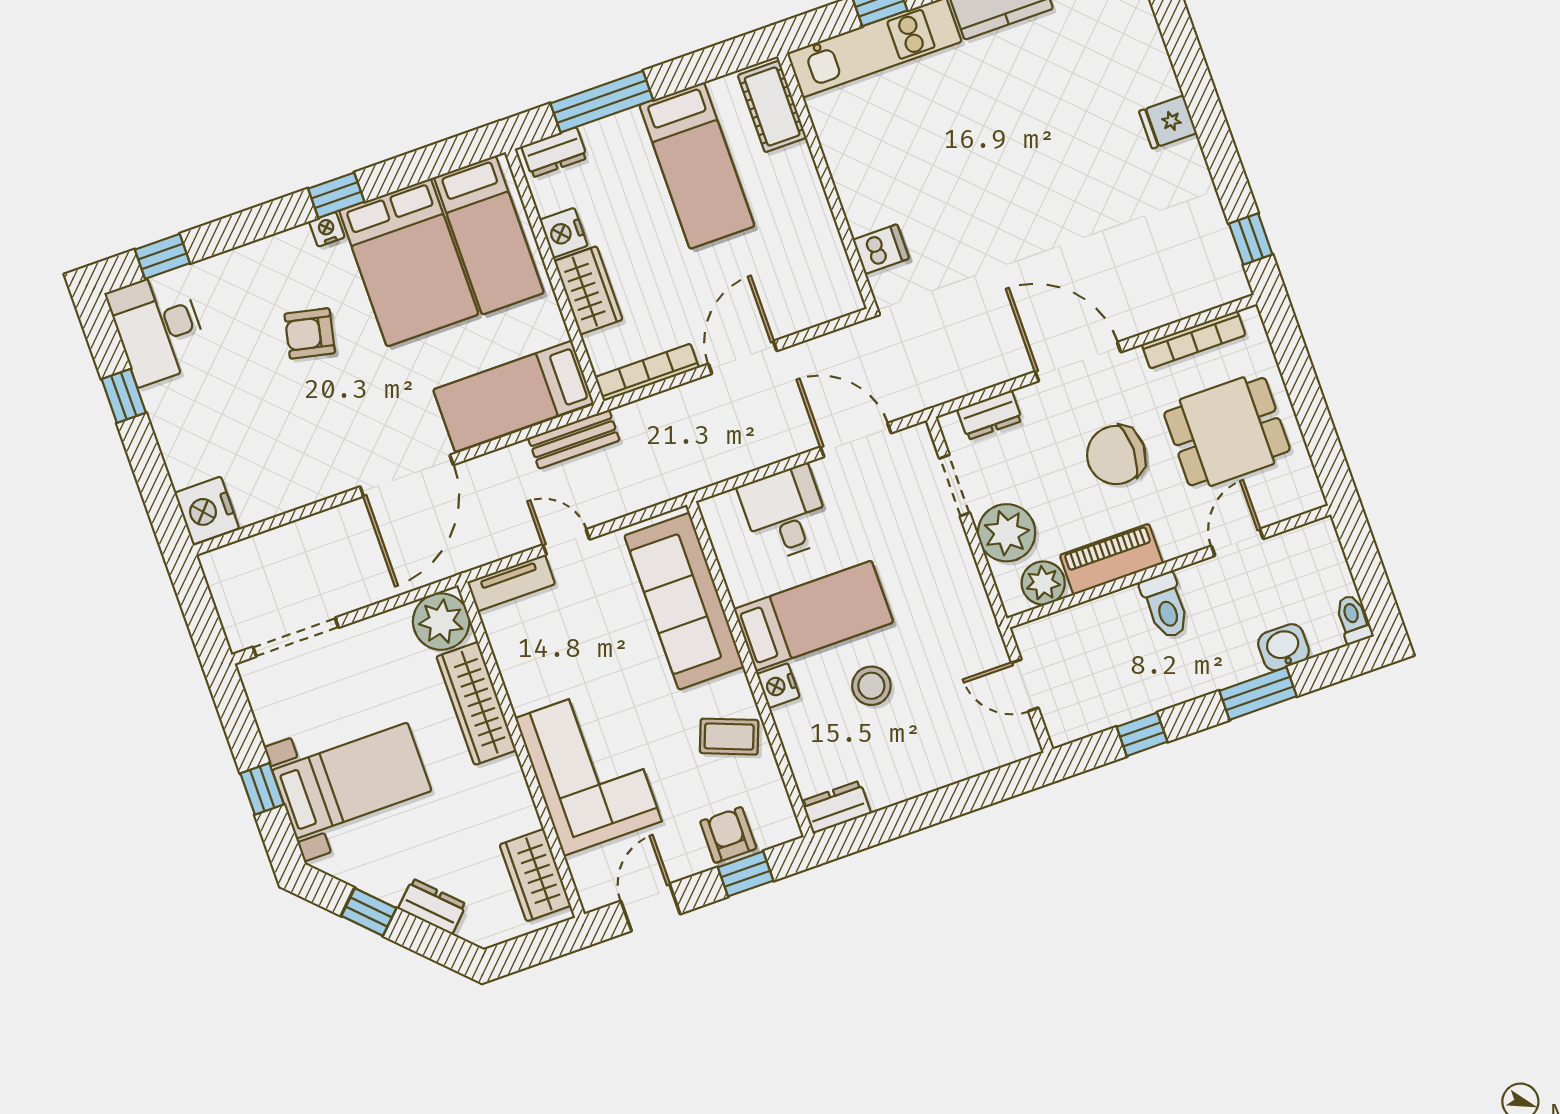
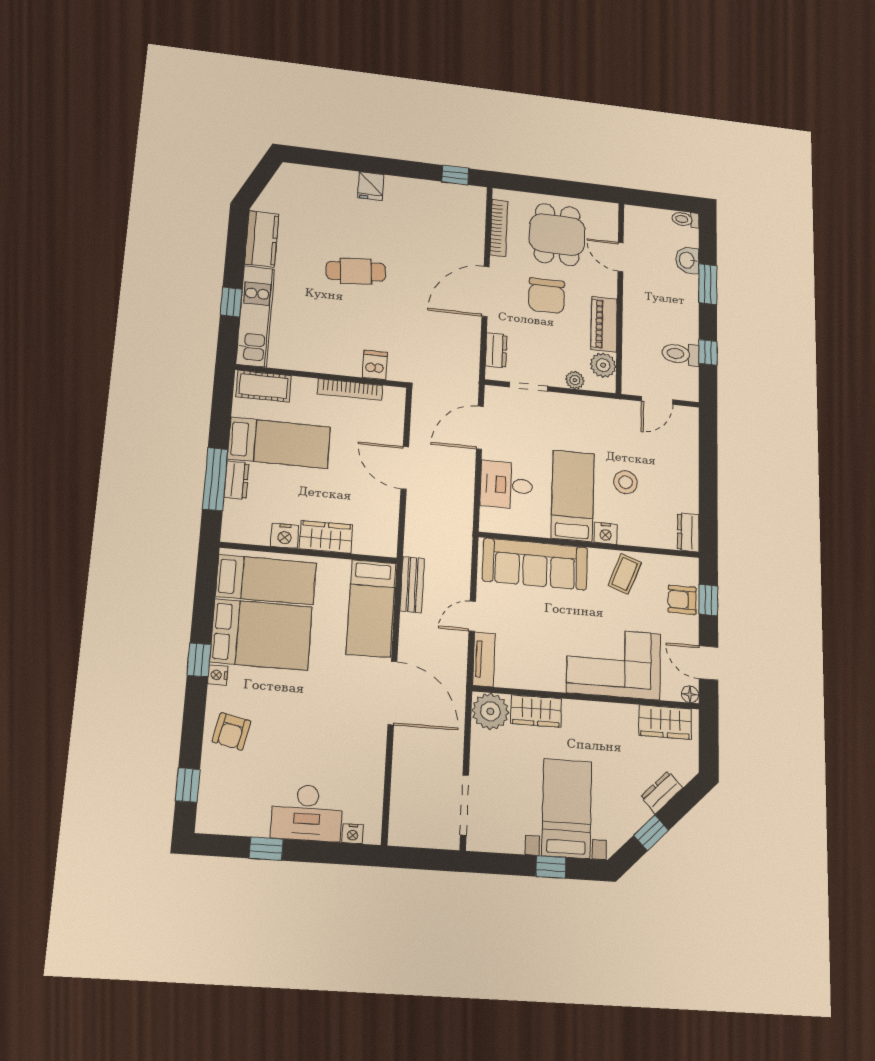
dresser: (554, 152) -> (236, 480), moved
cafe table: (1017, 159) -> (356, 271), added
desk: (158, 328) -> (307, 813), moved
armchair: (310, 333) -> (231, 731), moved
bookcase: (647, 372) -> (350, 390), moved, turned -90
nightstand: (207, 511) -> (353, 834), width x0.53, depth x0.56
plant: (1007, 533) -> (575, 380), width x0.53, depth x0.53
toilet: (1165, 606) -> (681, 354), moved, turned 180
wardrobe: (476, 703) -> (536, 711), width x0.67
floor lamp: (592, 897) -> (690, 694), added

